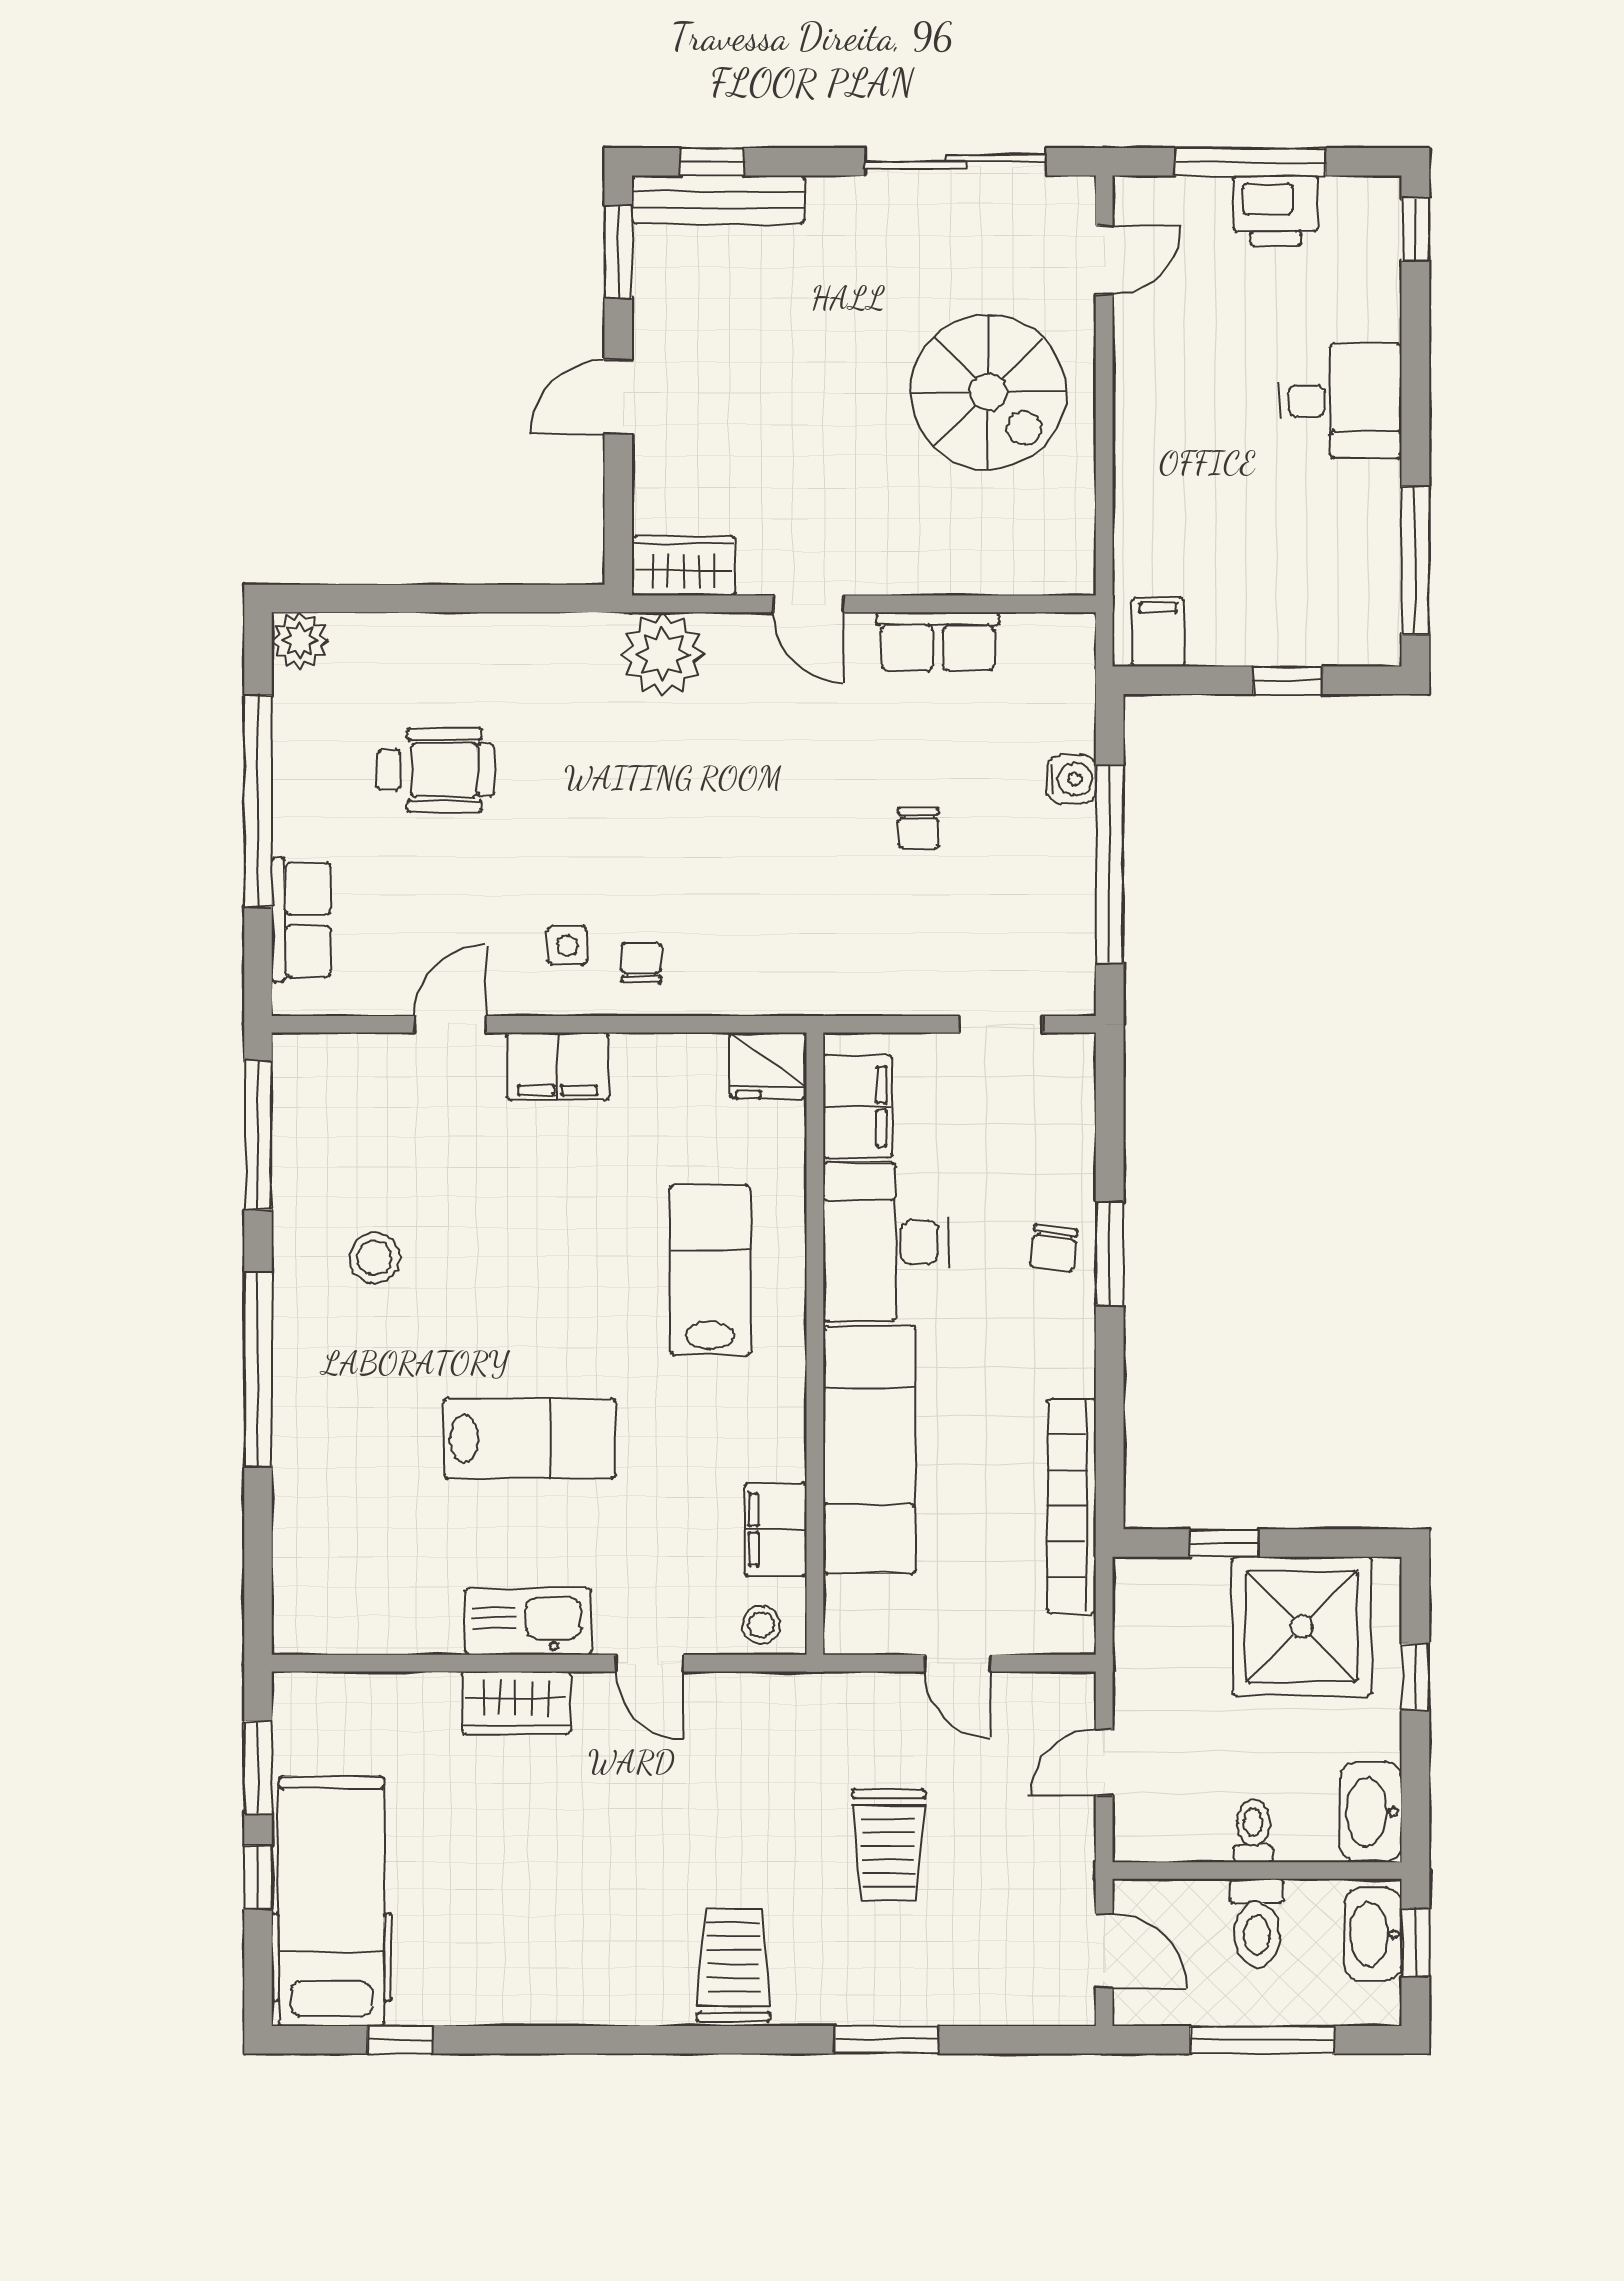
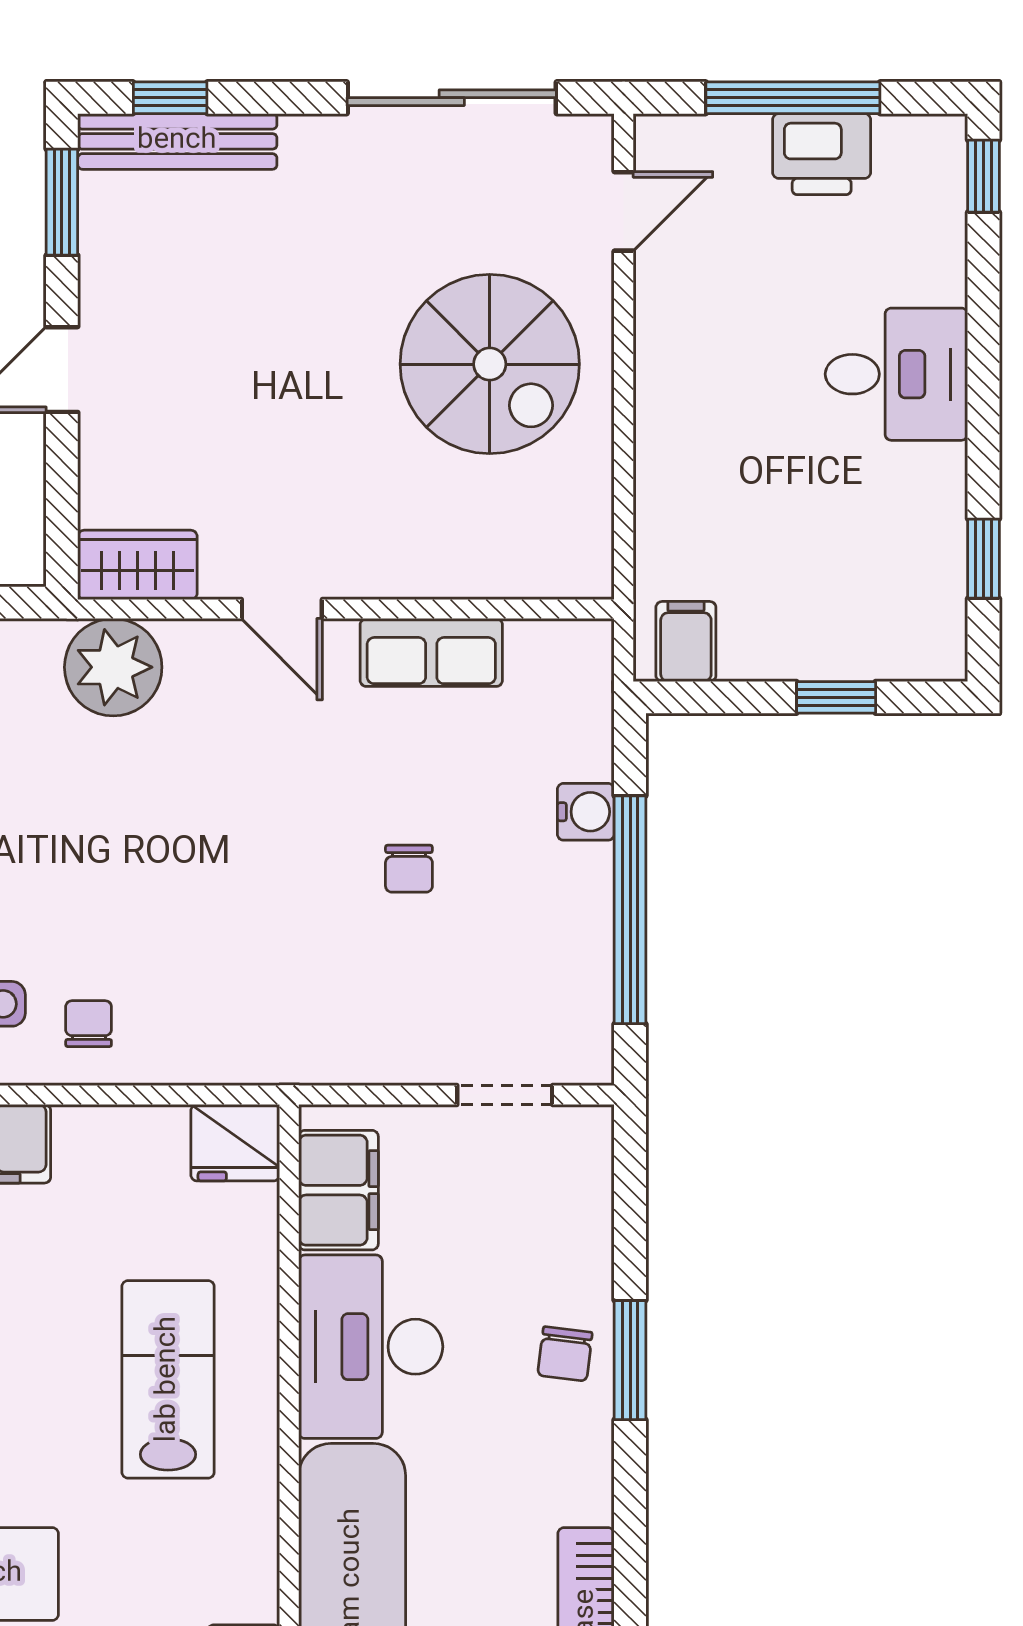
window: (1415, 560) -> (983, 559), width x0.46

